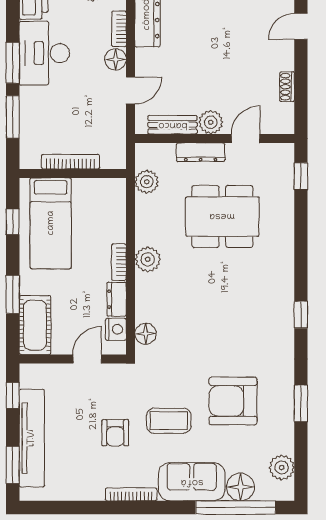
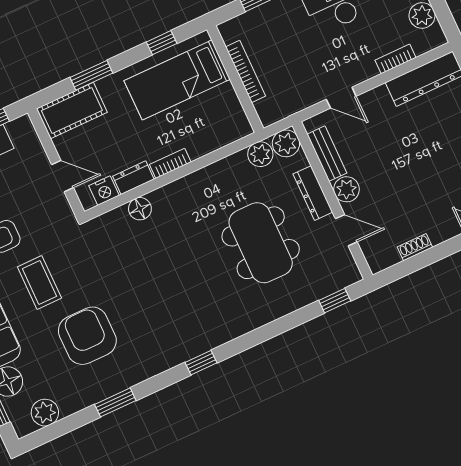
floor lamp: (115, 59) -> (364, 69), removed
plant: (148, 259) -> (286, 143), moved
floor lamp: (146, 334) -> (140, 209), moved

